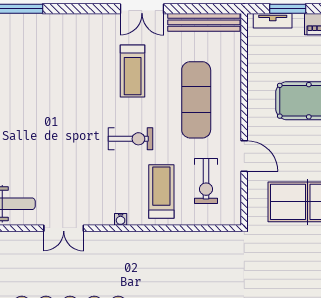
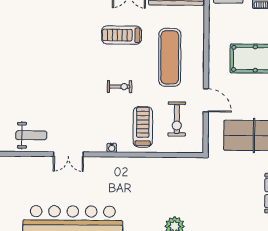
treadmill: (133, 71) -> (122, 35), turned 90
exercise bike: (130, 139) -> (120, 87), width x0.73, depth x0.72

